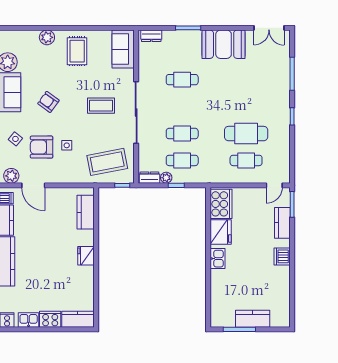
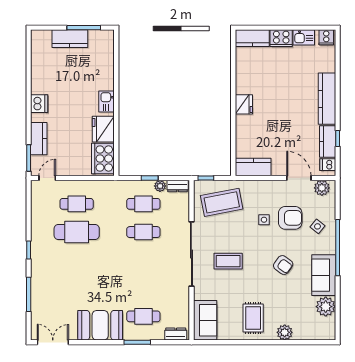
cafe table: (182, 80) -> (143, 316), moved
kitchen counter: (86, 212) -> (253, 167), moved, turned -90

